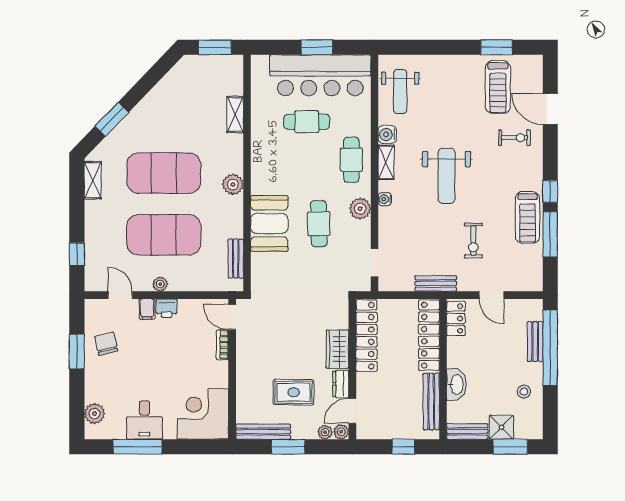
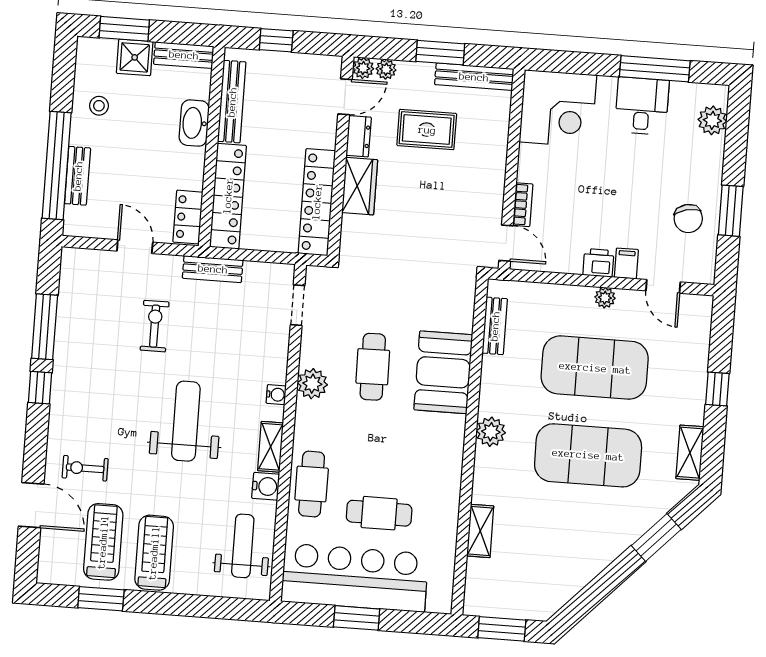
cafe table: (351, 160) -> (312, 484), moved
treadmill: (528, 217) -> (154, 553), moved
window: (77, 254) -> (717, 389), moved

